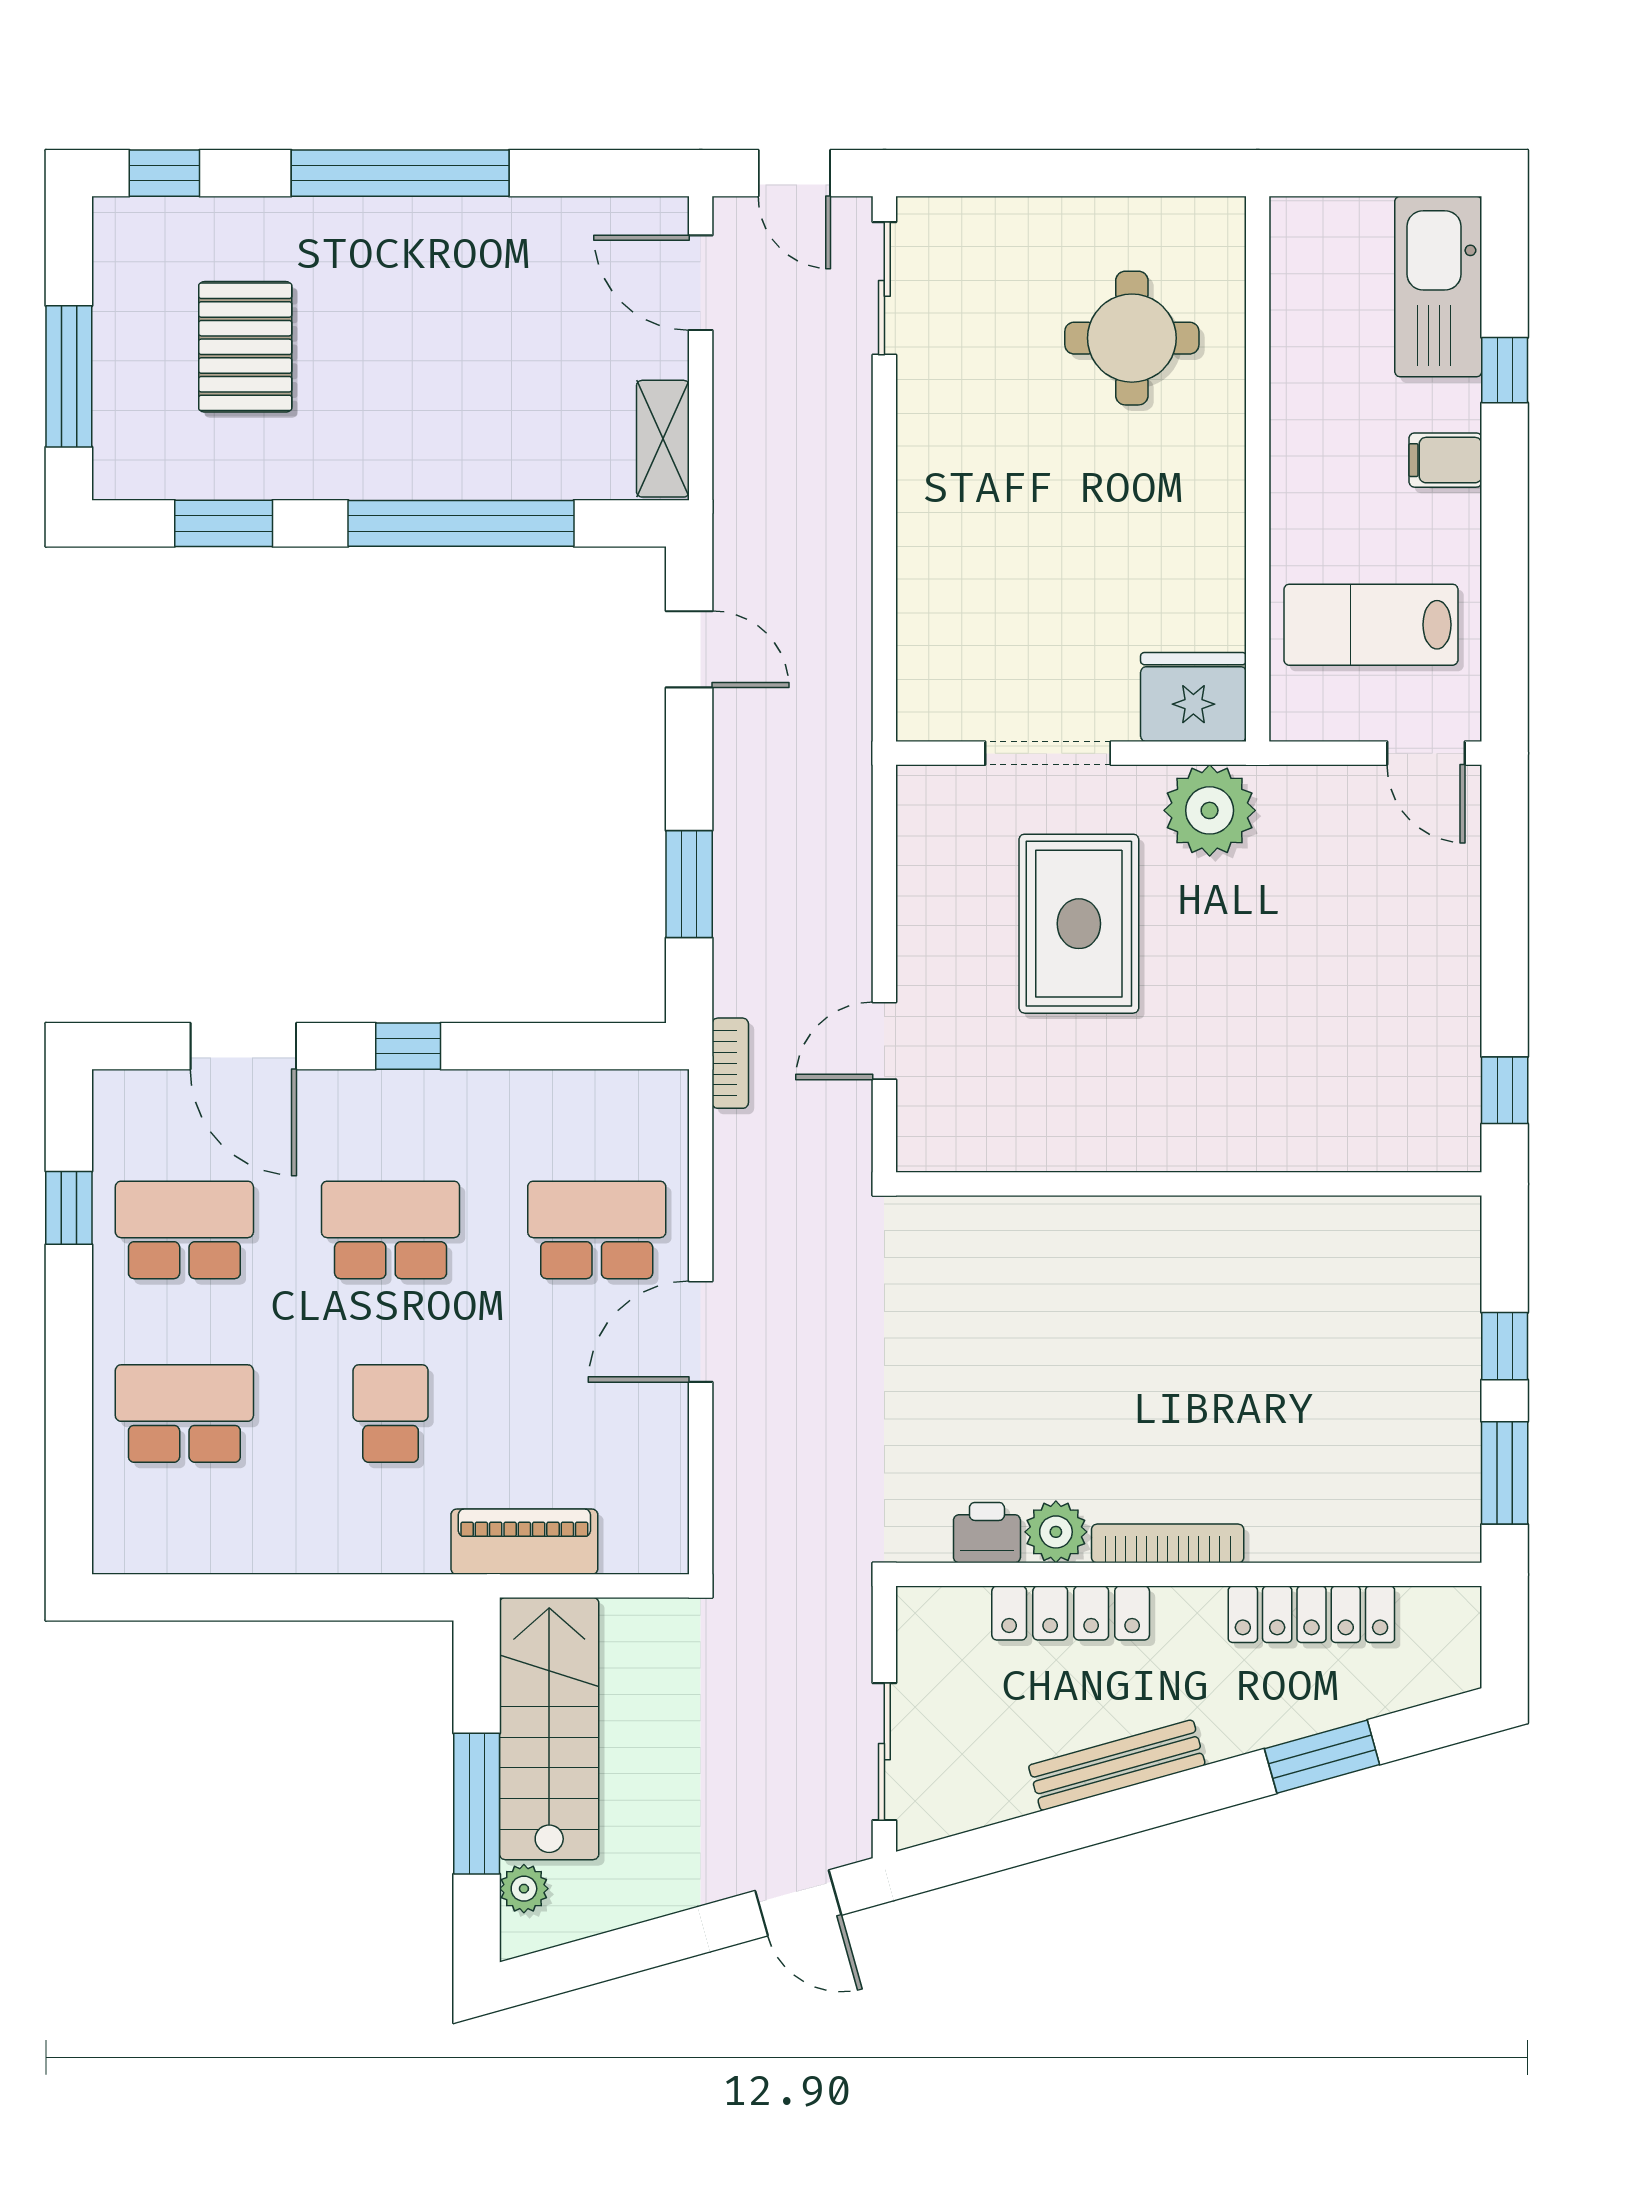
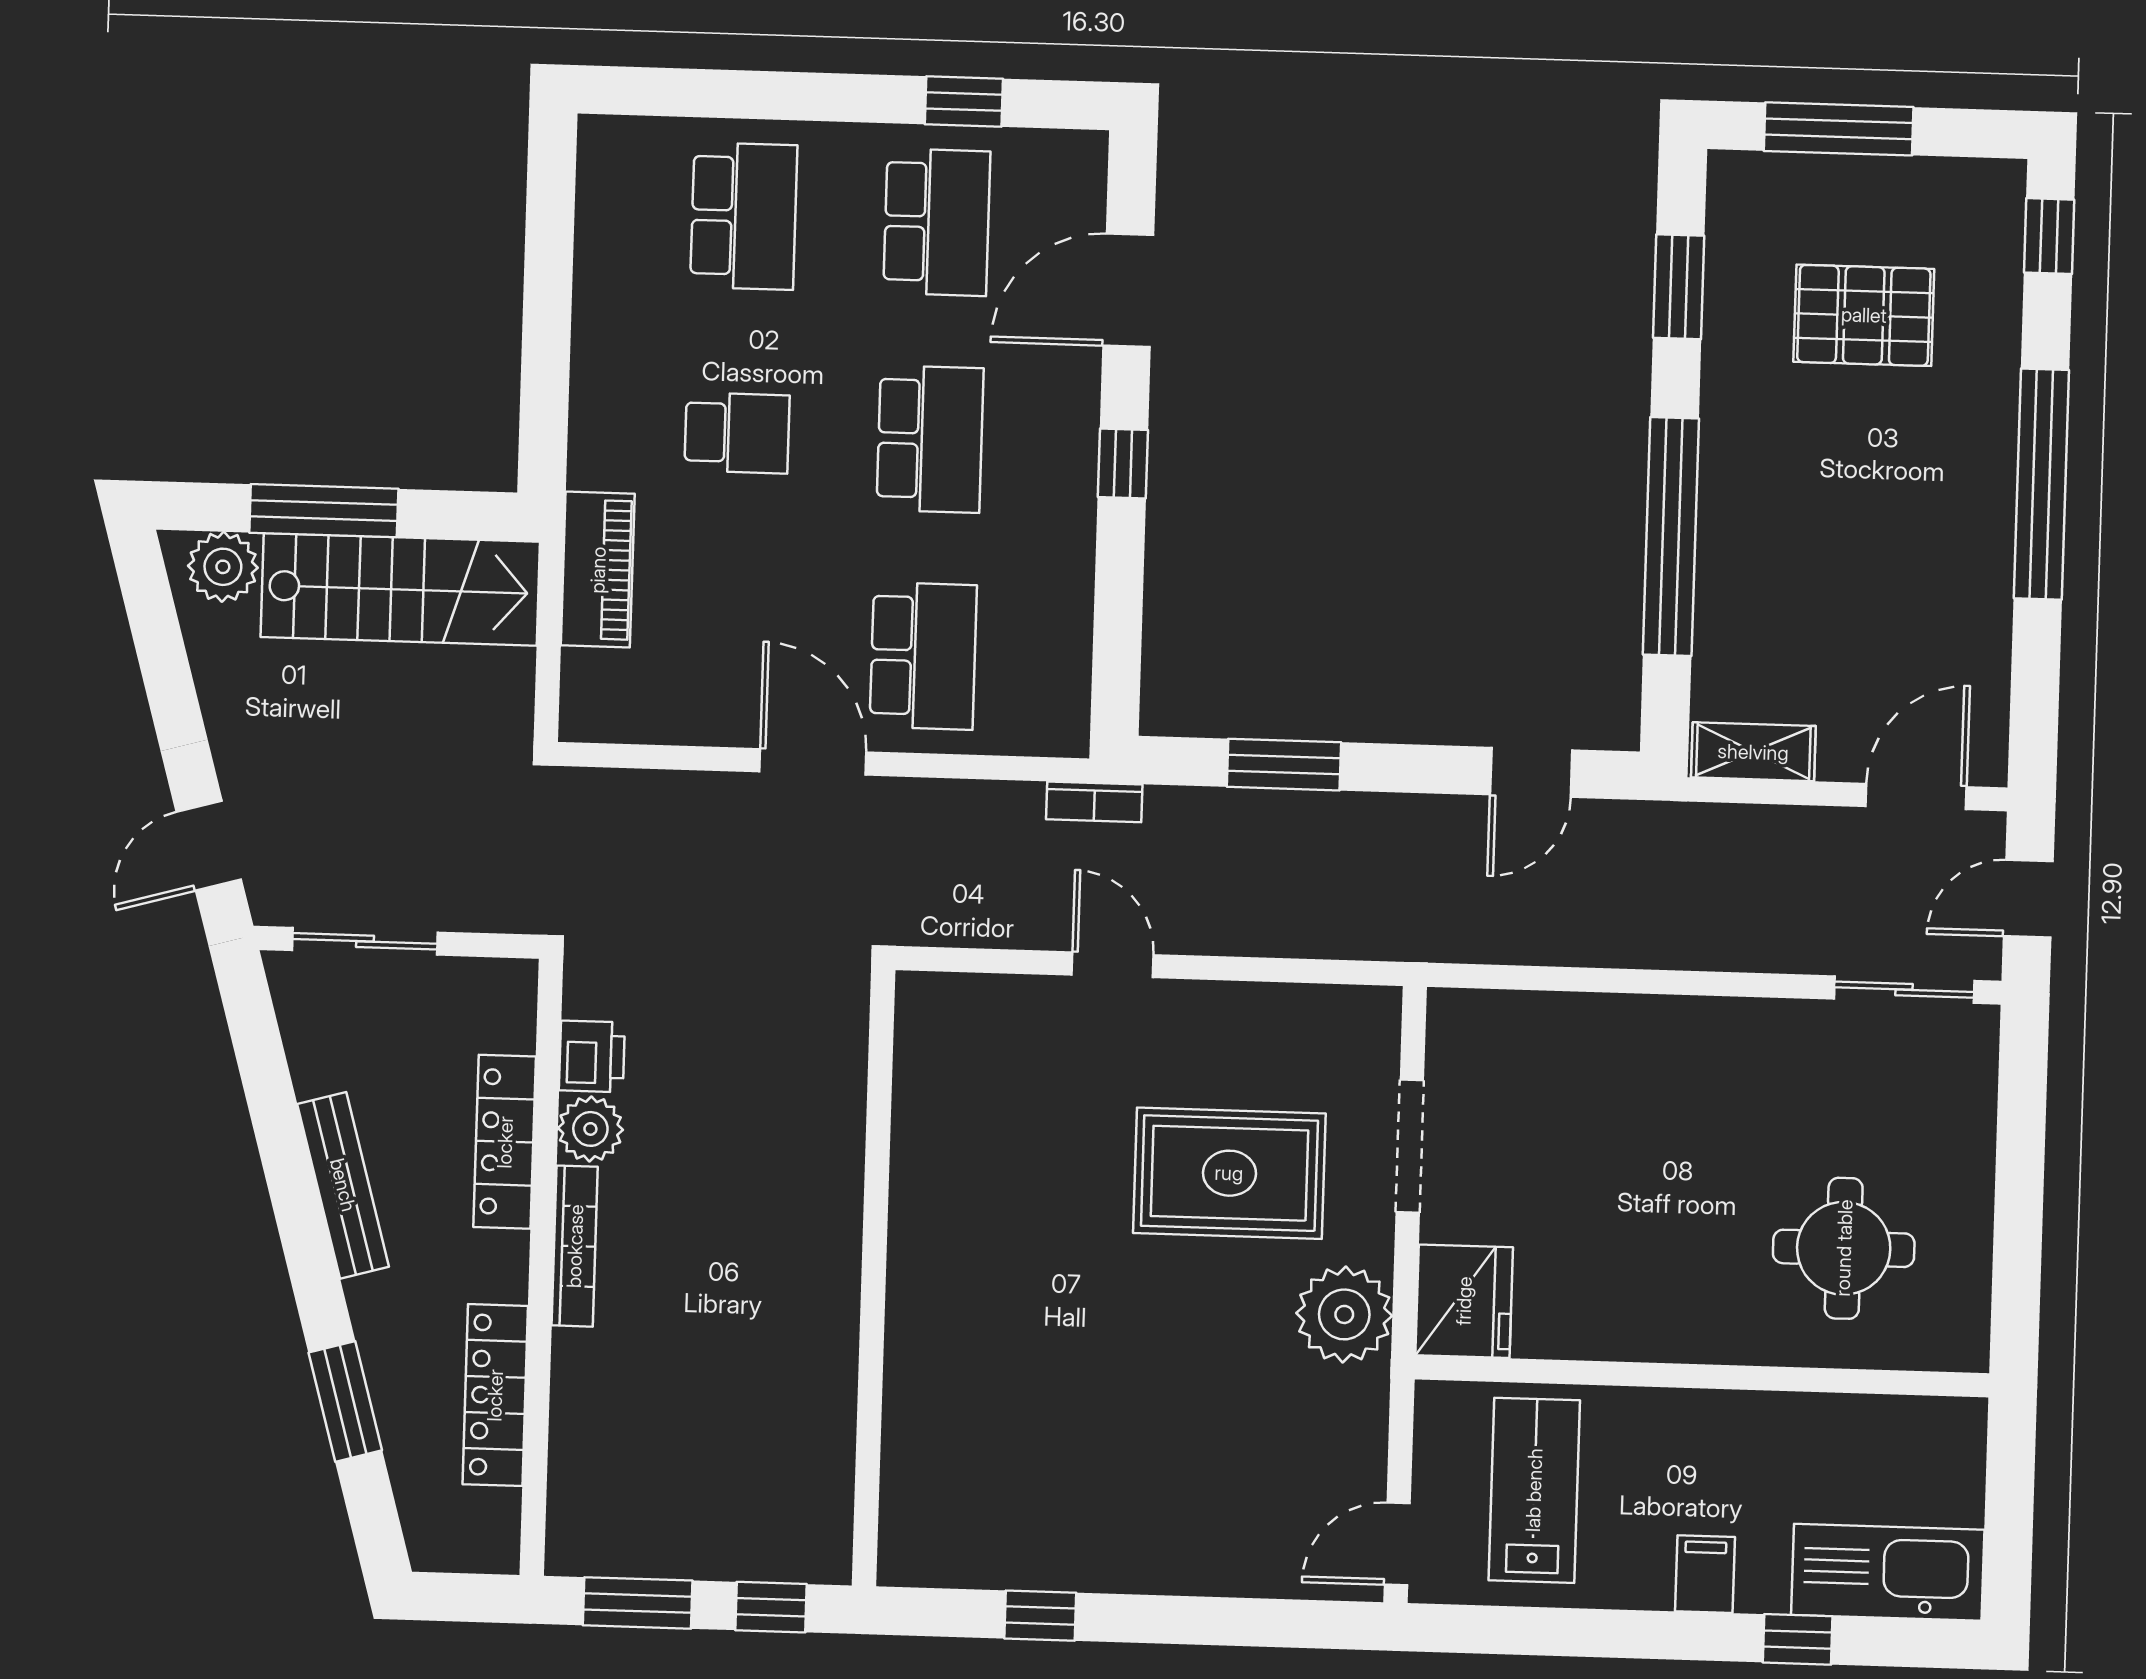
wall: (1189, 1184) -> (874, 1278), moved
plant: (524, 1889) -> (223, 567), width x1.38, depth x1.38

